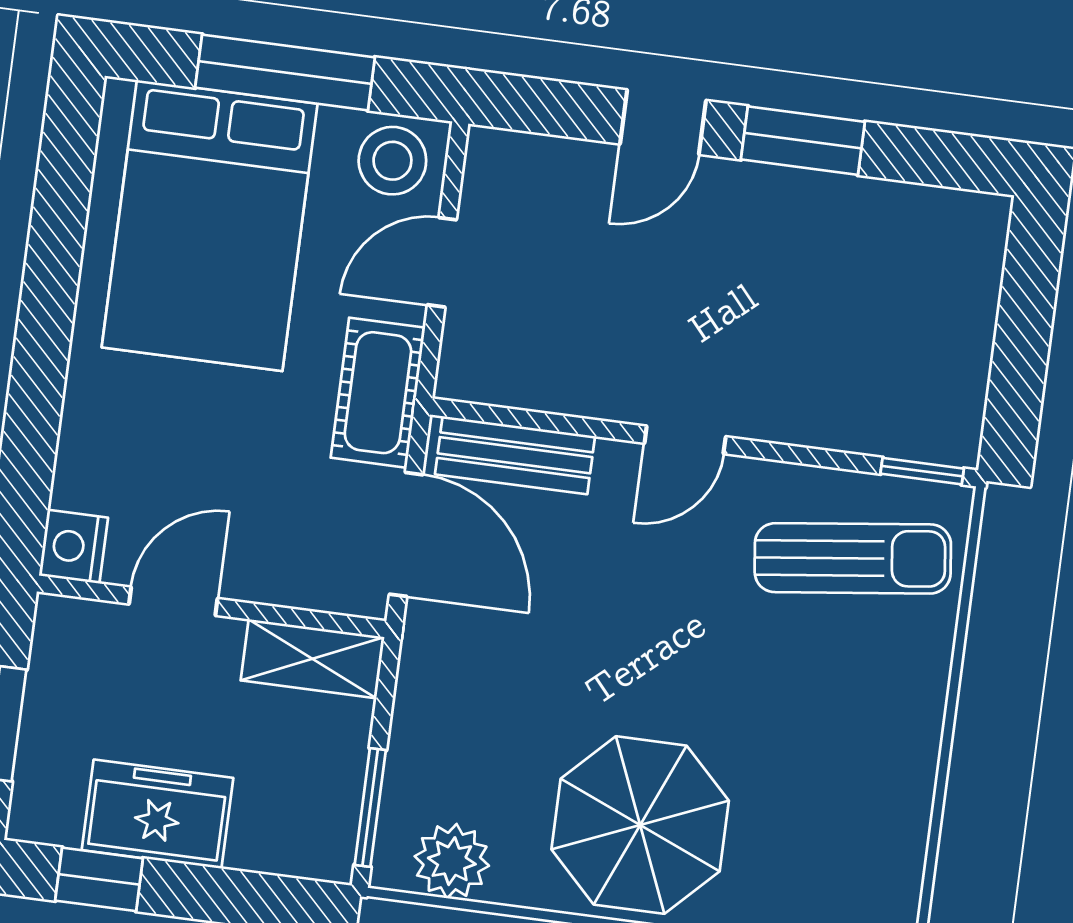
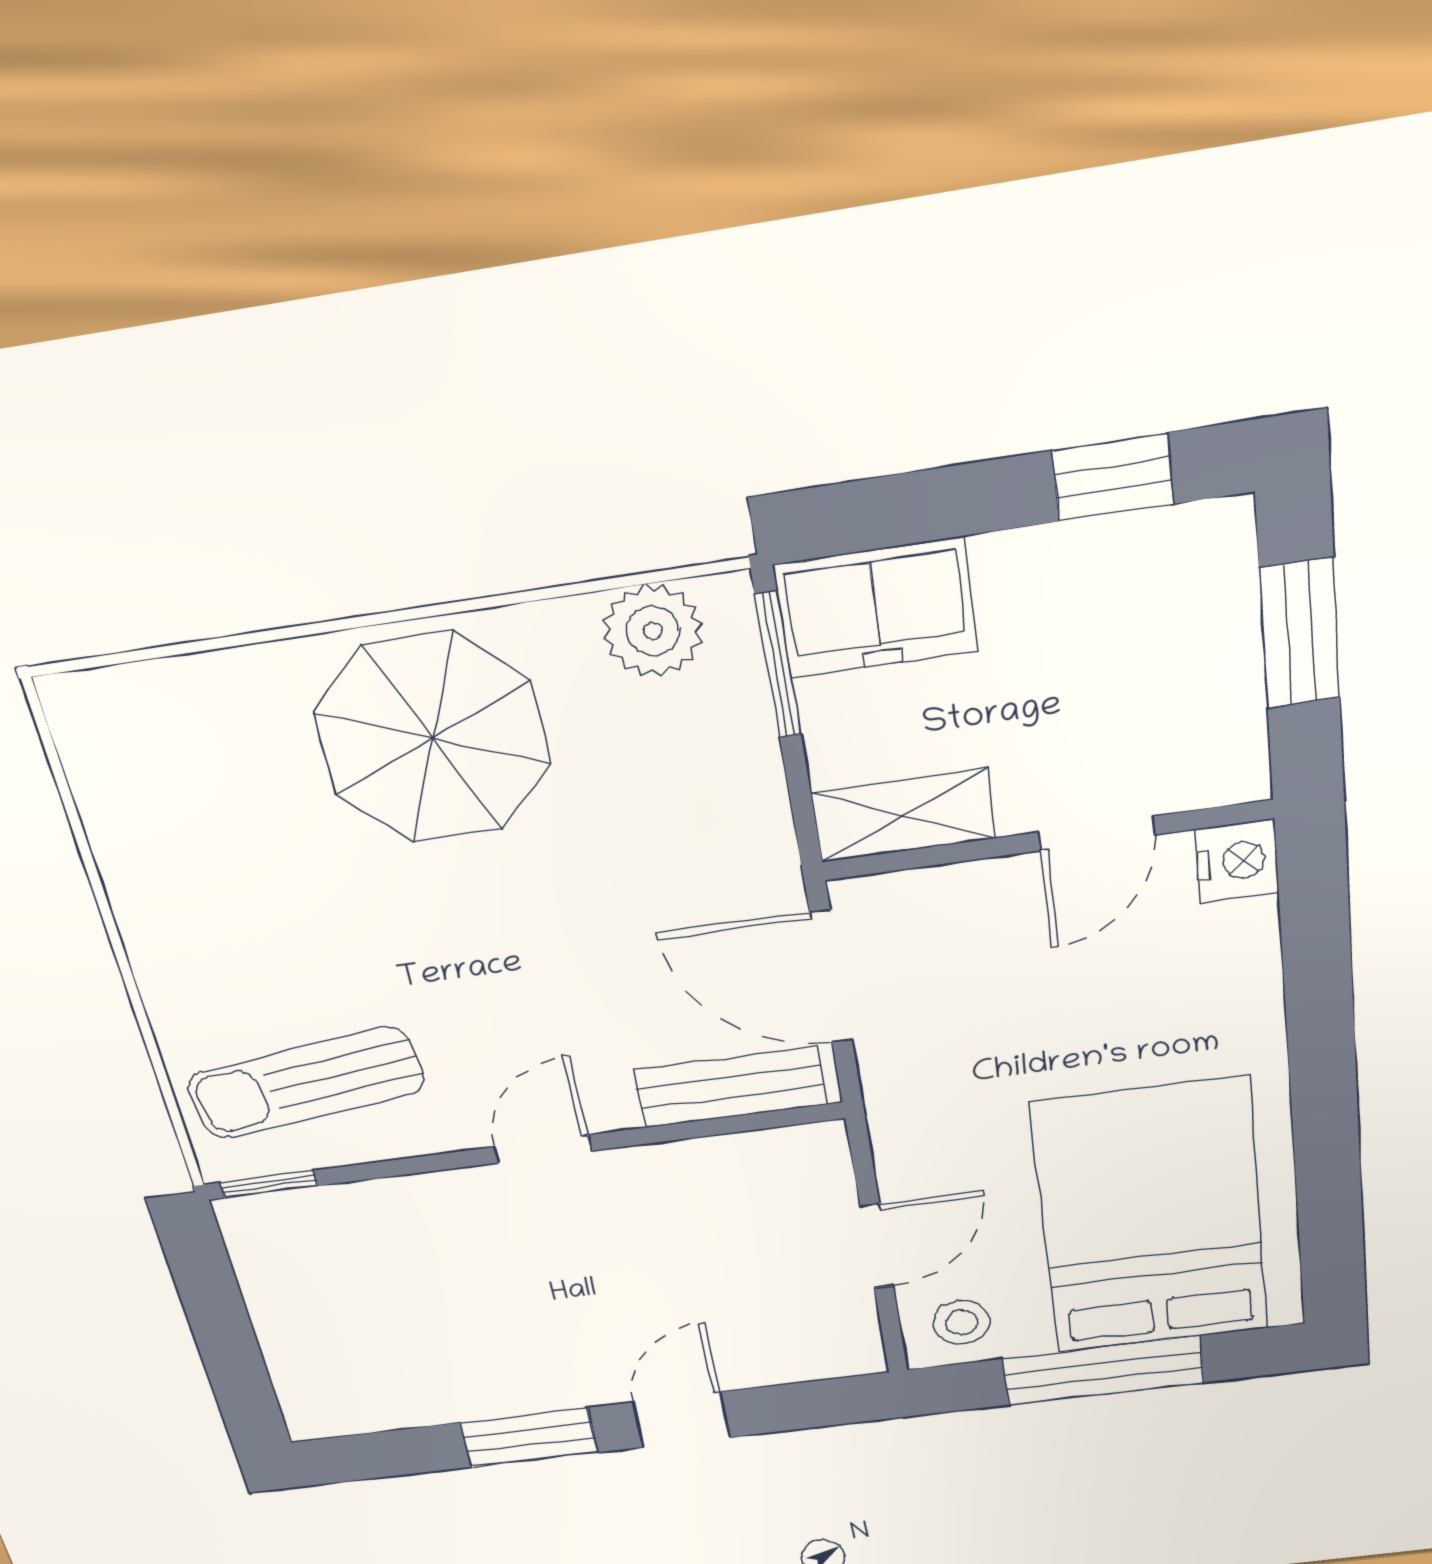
stool: (392, 161) -> (962, 1322), width x0.73, depth x0.73
cot: (378, 393) -> (910, 1108), removed
freezer: (158, 814) -> (876, 608), moved

